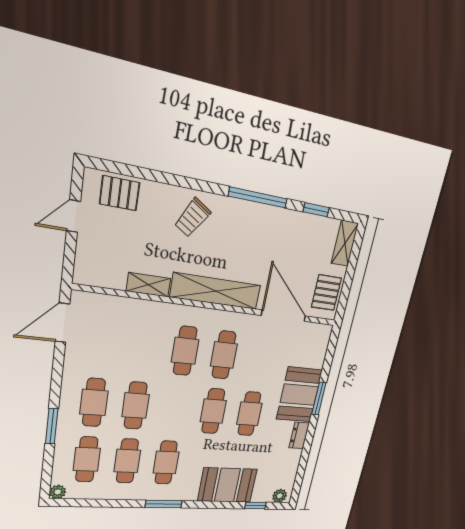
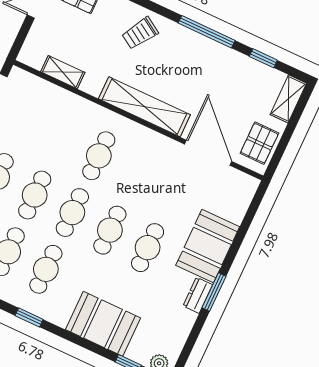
shelving: (148, 285) -> (63, 72), moved
cafe table: (224, 355) -> (72, 213), moved
window: (319, 399) -> (214, 292), moved
window: (164, 504) -> (29, 317), width x0.67

